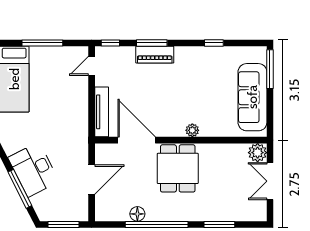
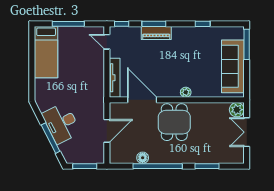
door: (92, 66) -> (107, 42), hinge flipped

